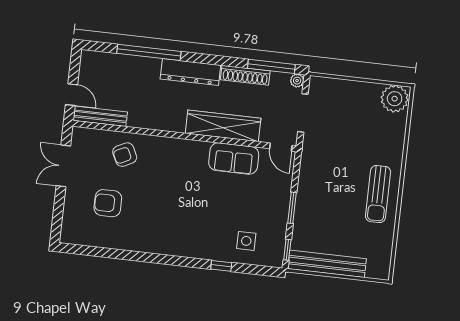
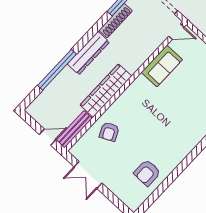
wardrobe: (223, 126) -> (106, 91), moved
armchair: (108, 203) -> (147, 173), moved

